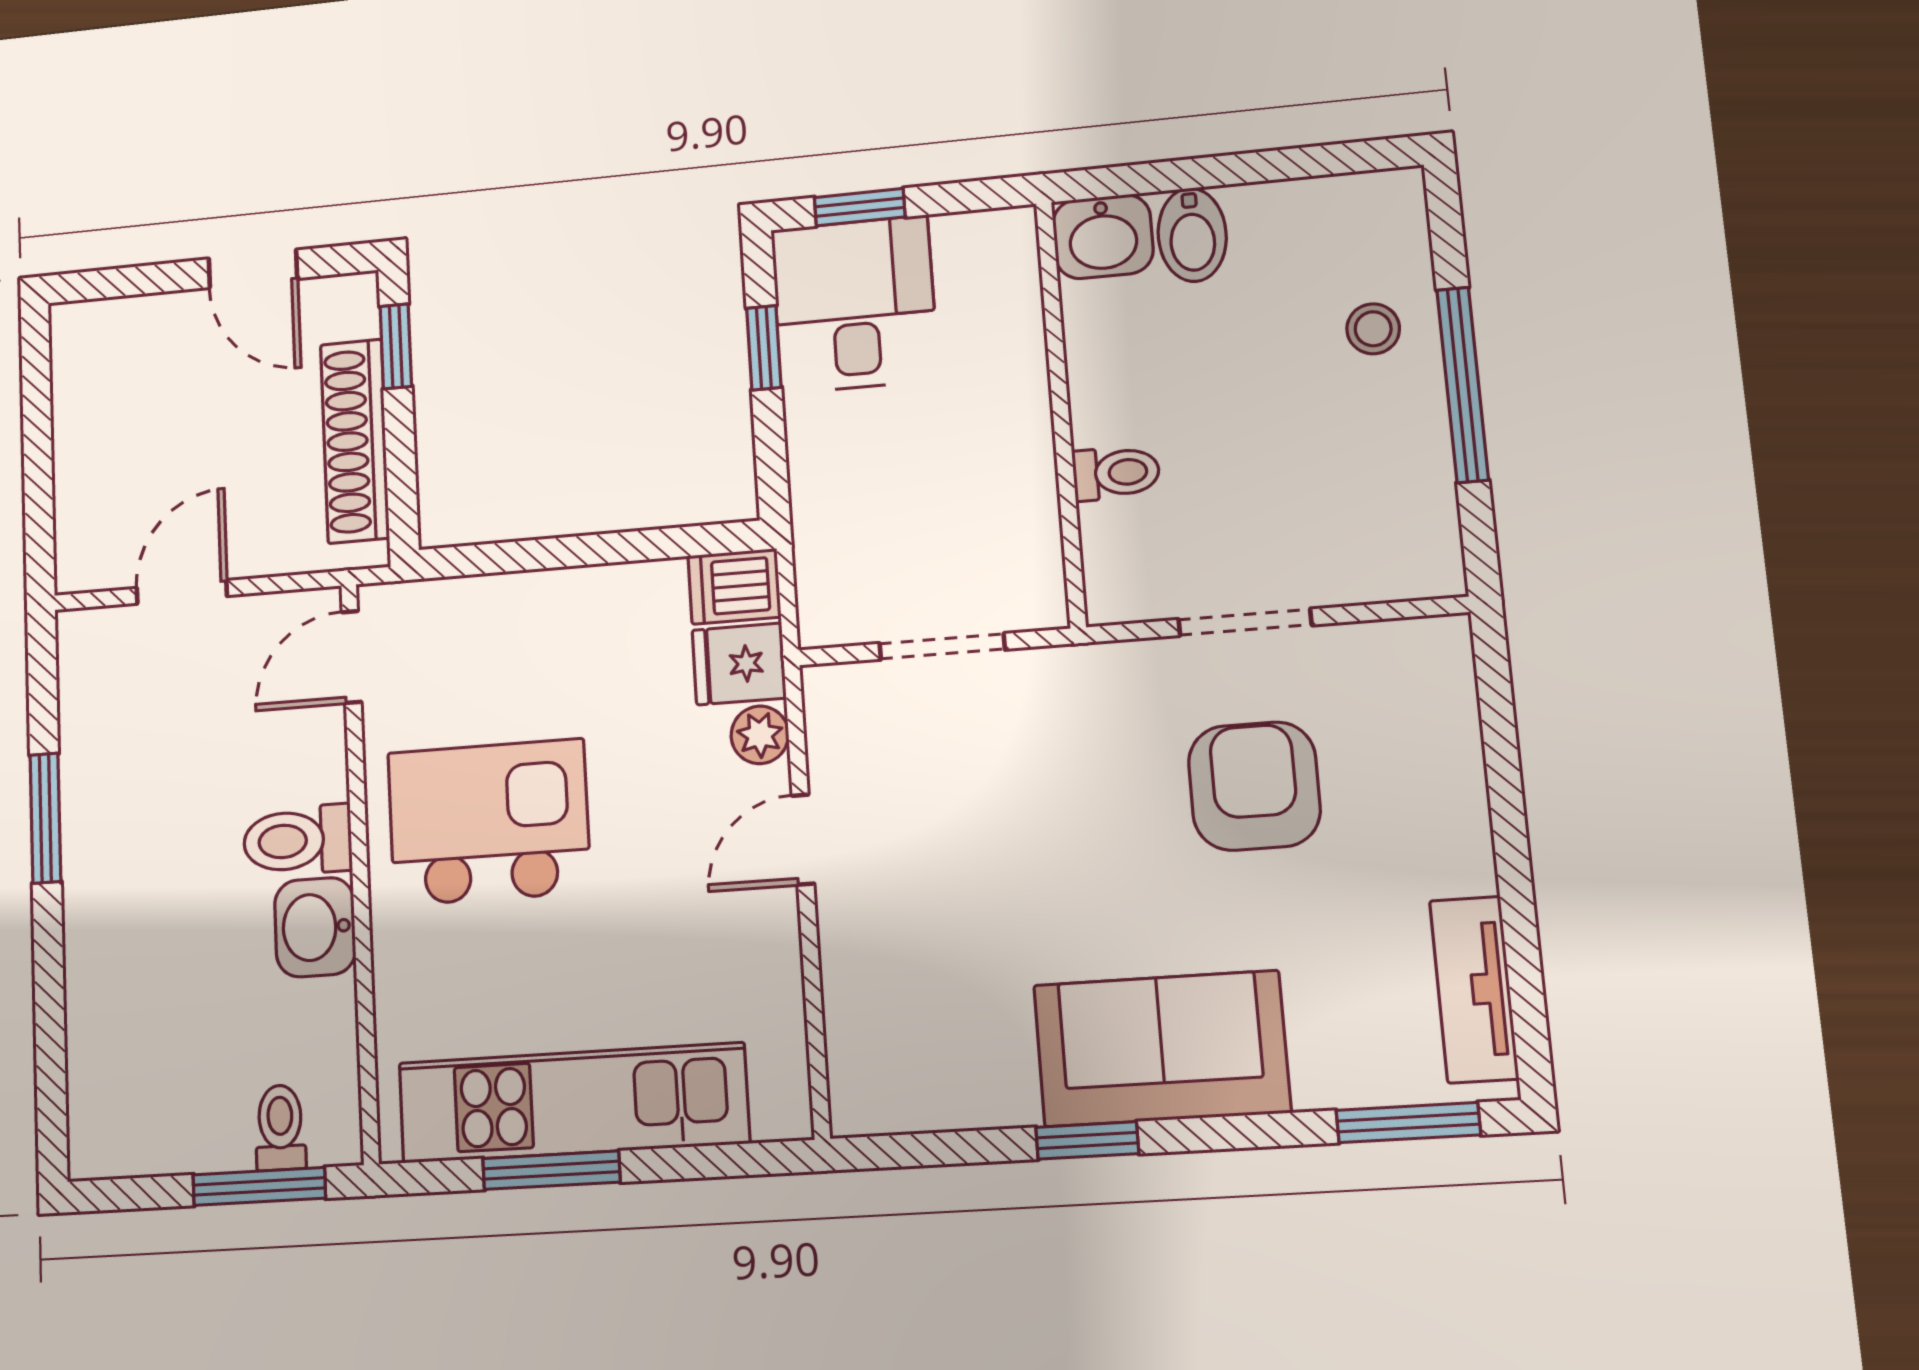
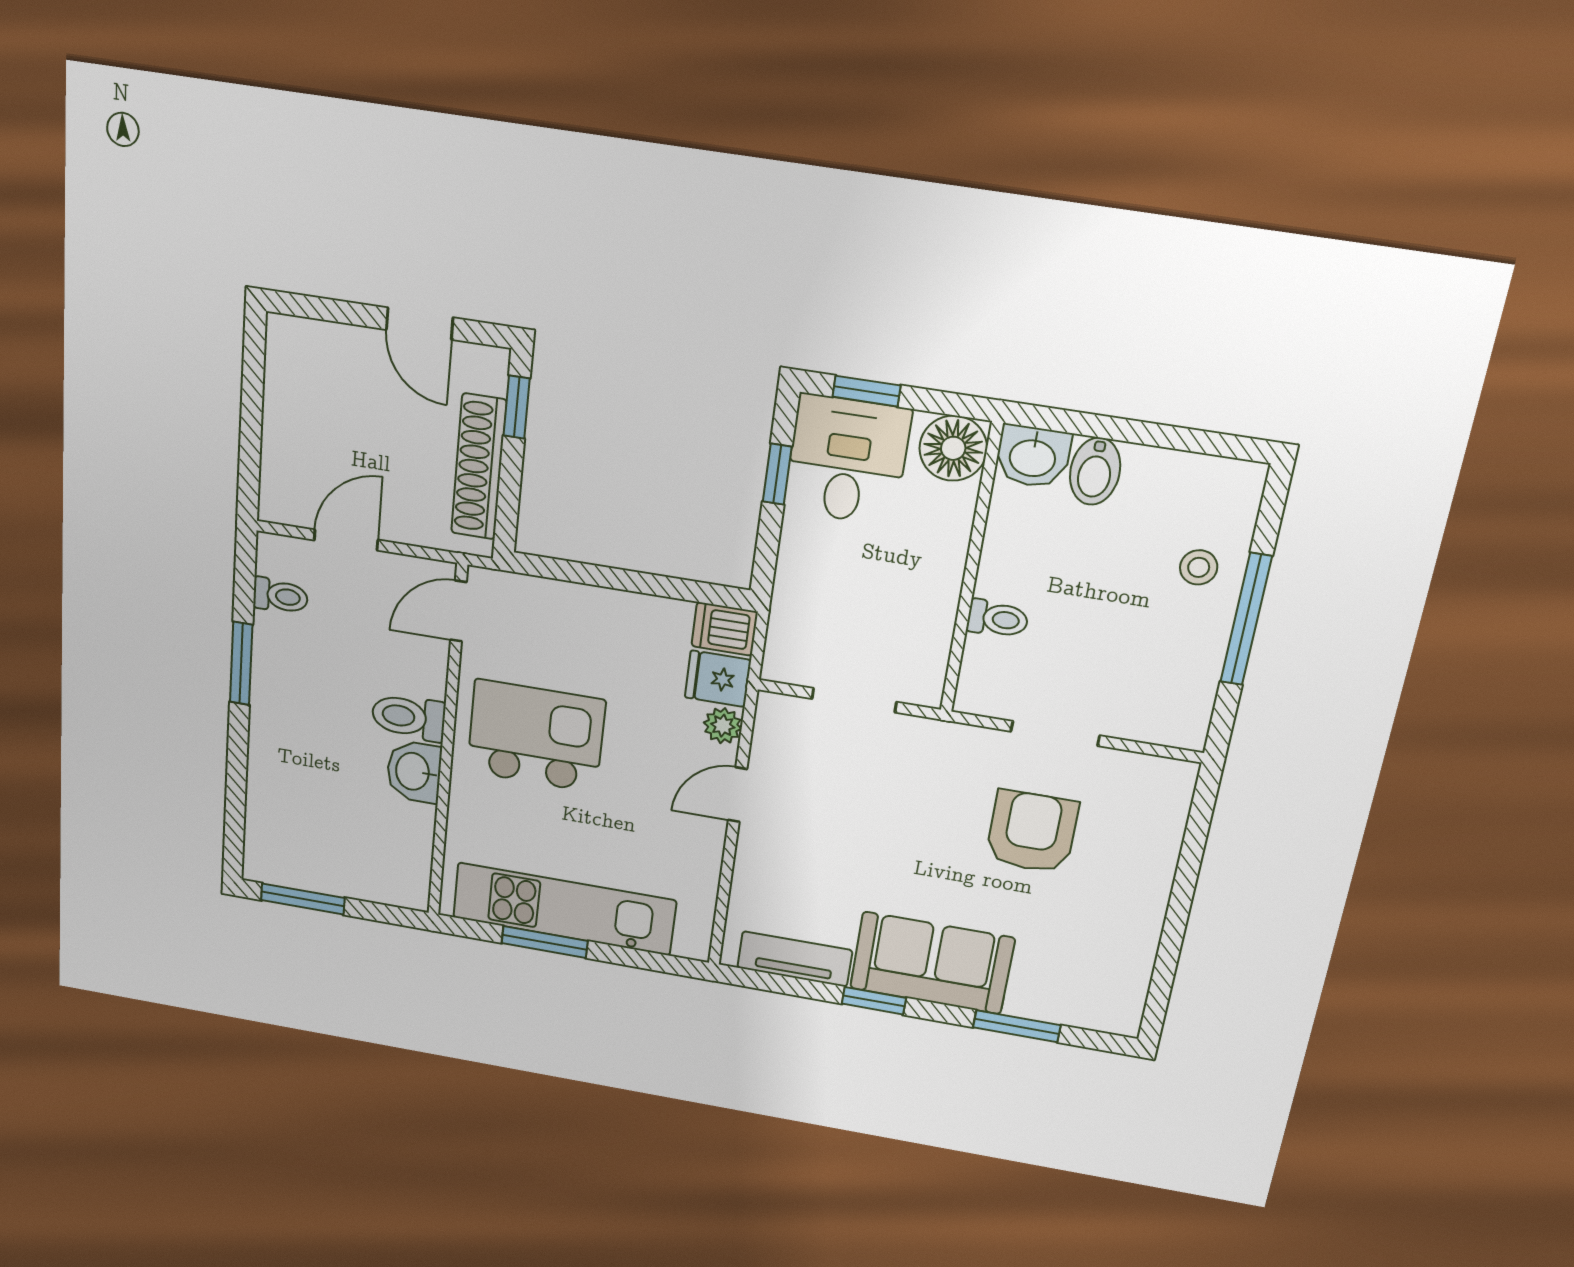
floor lamp: (993, 253) -> (953, 448), added
tv unit: (1474, 989) -> (795, 959), moved, turned 90
window: (1408, 1123) -> (1017, 1026), moved
toilet: (280, 1128) -> (280, 596), moved, turned 90
window: (259, 1186) -> (303, 899), moved

